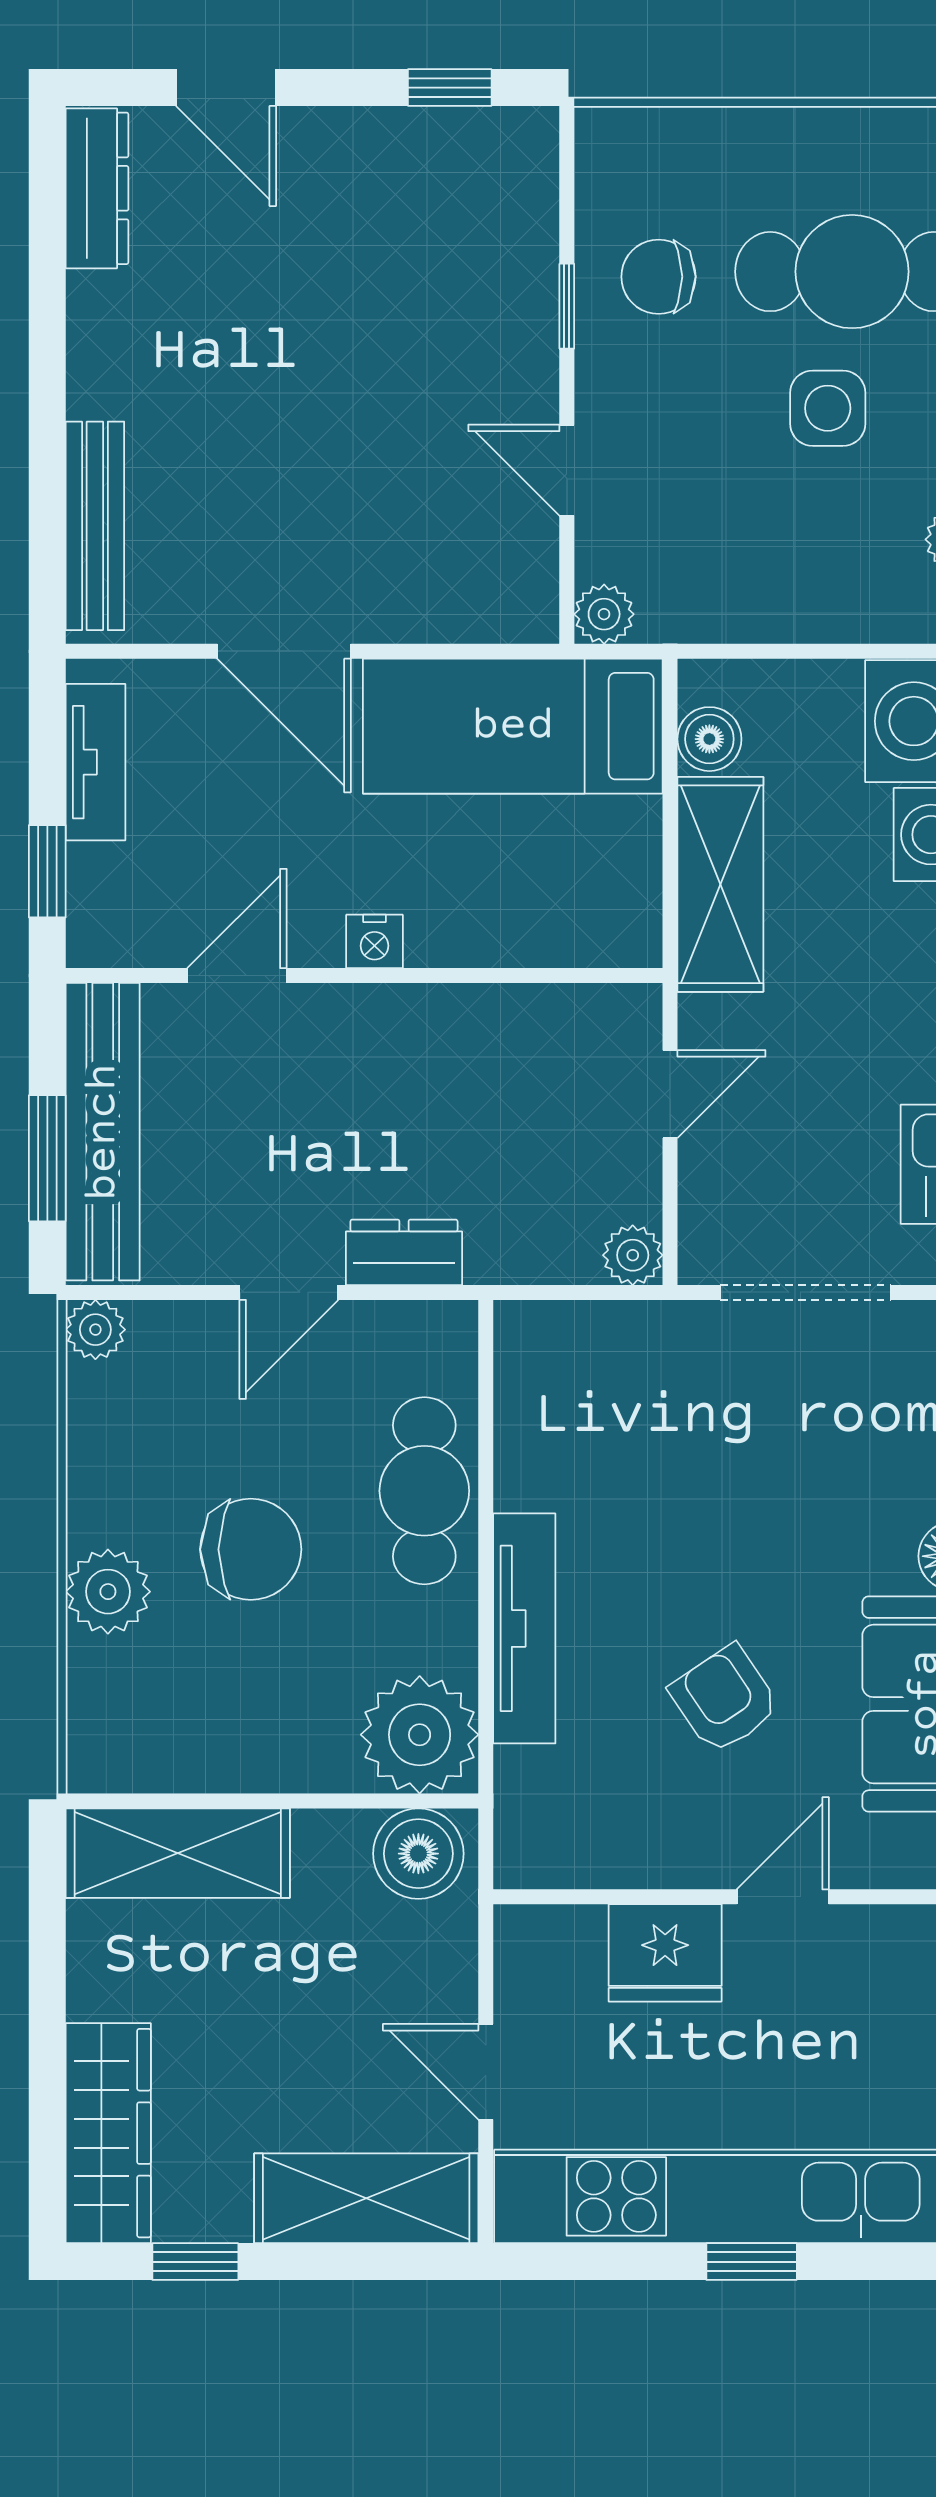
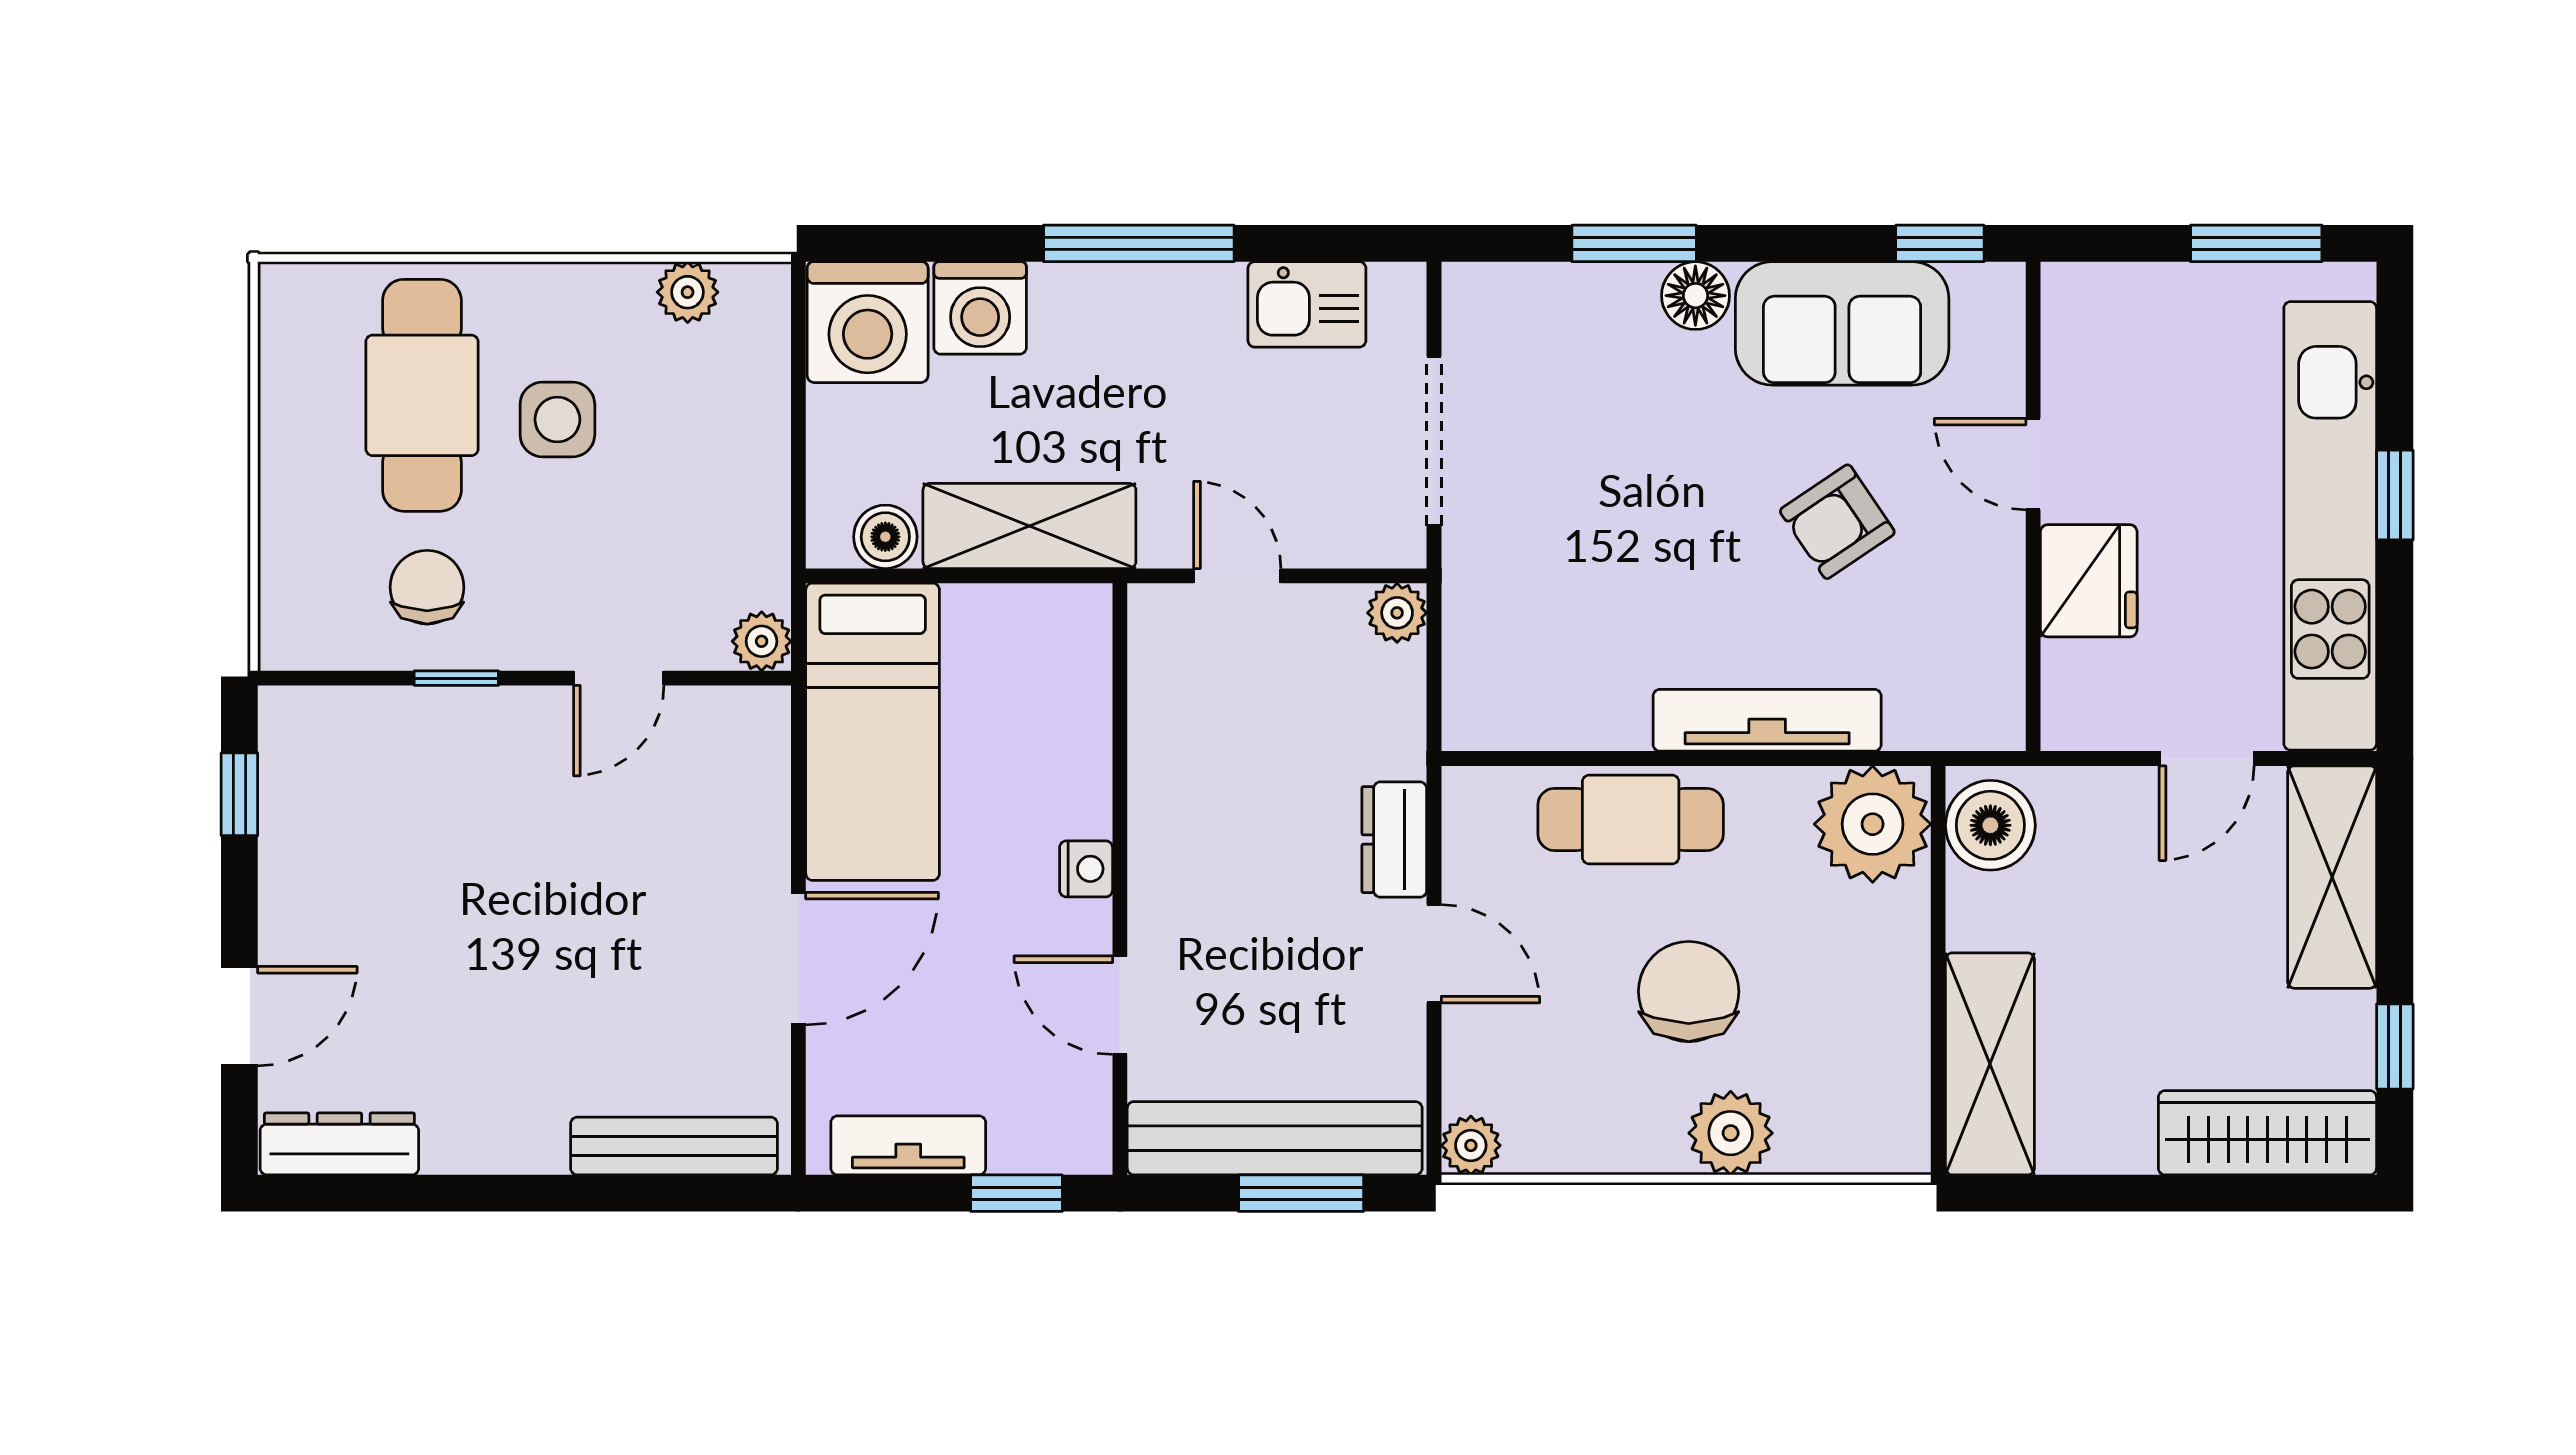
chair: (659, 277) -> (427, 587), turned 180

